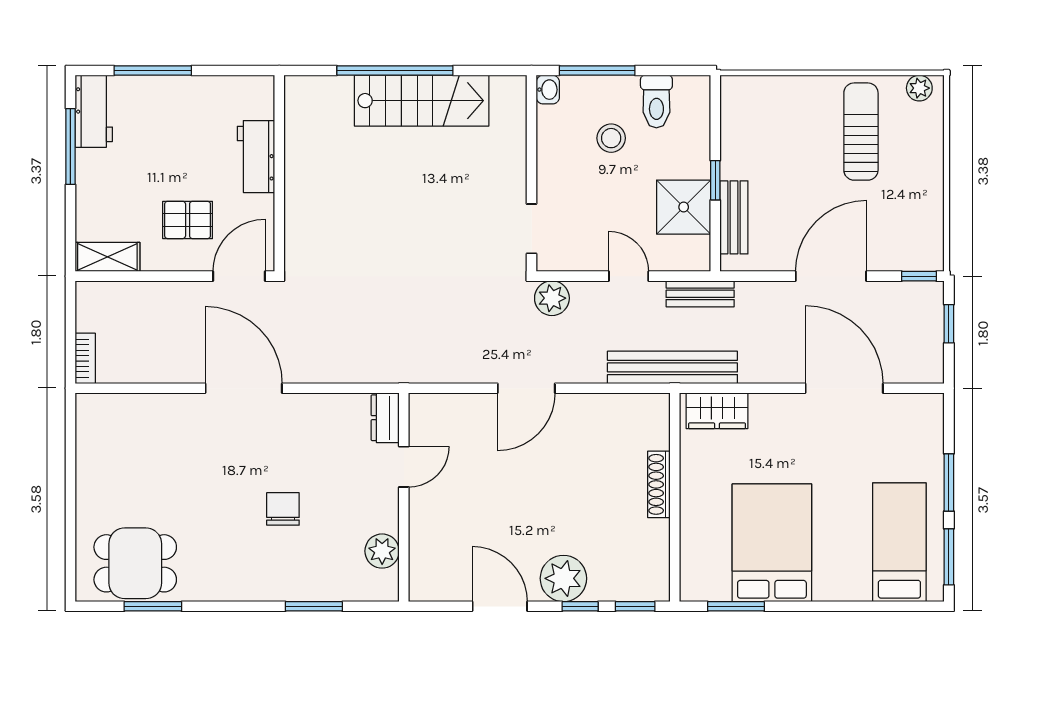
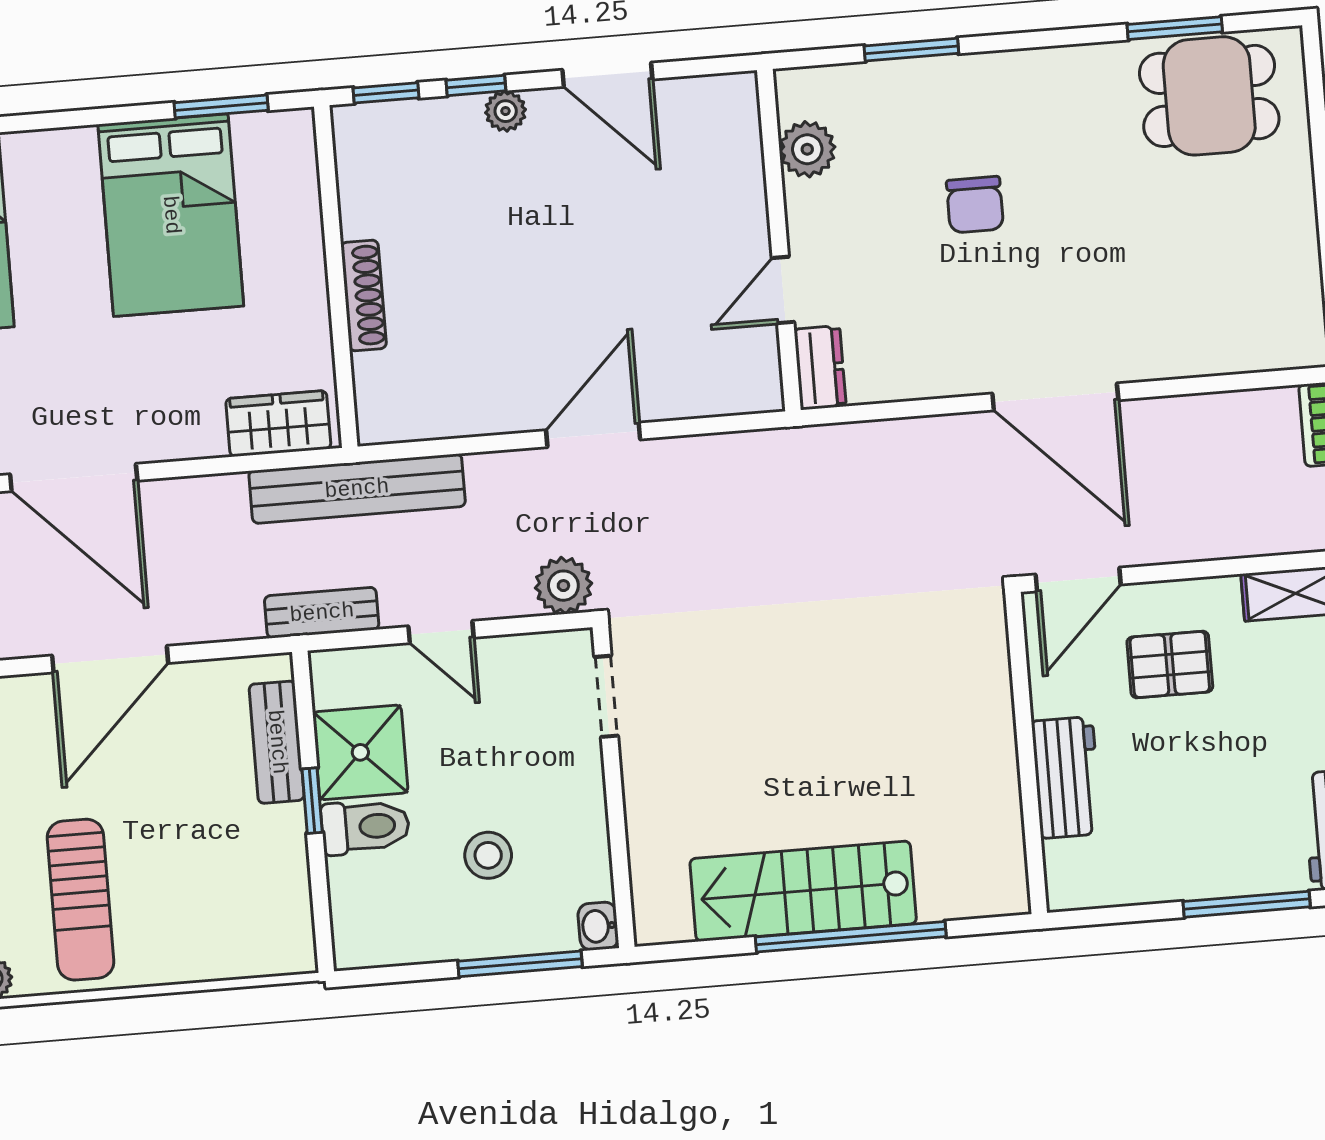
toilet: (656, 102) -> (365, 827), moved, turned 90
plant: (563, 578) -> (506, 111), width x0.53, depth x0.53

